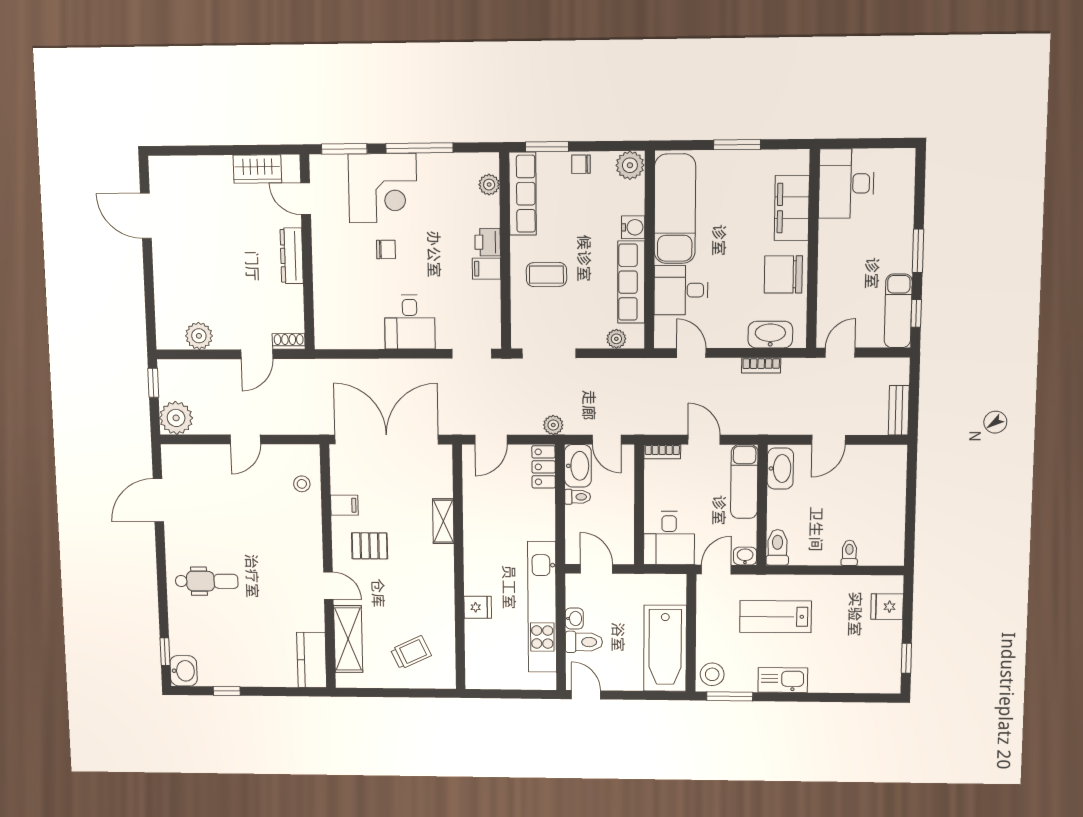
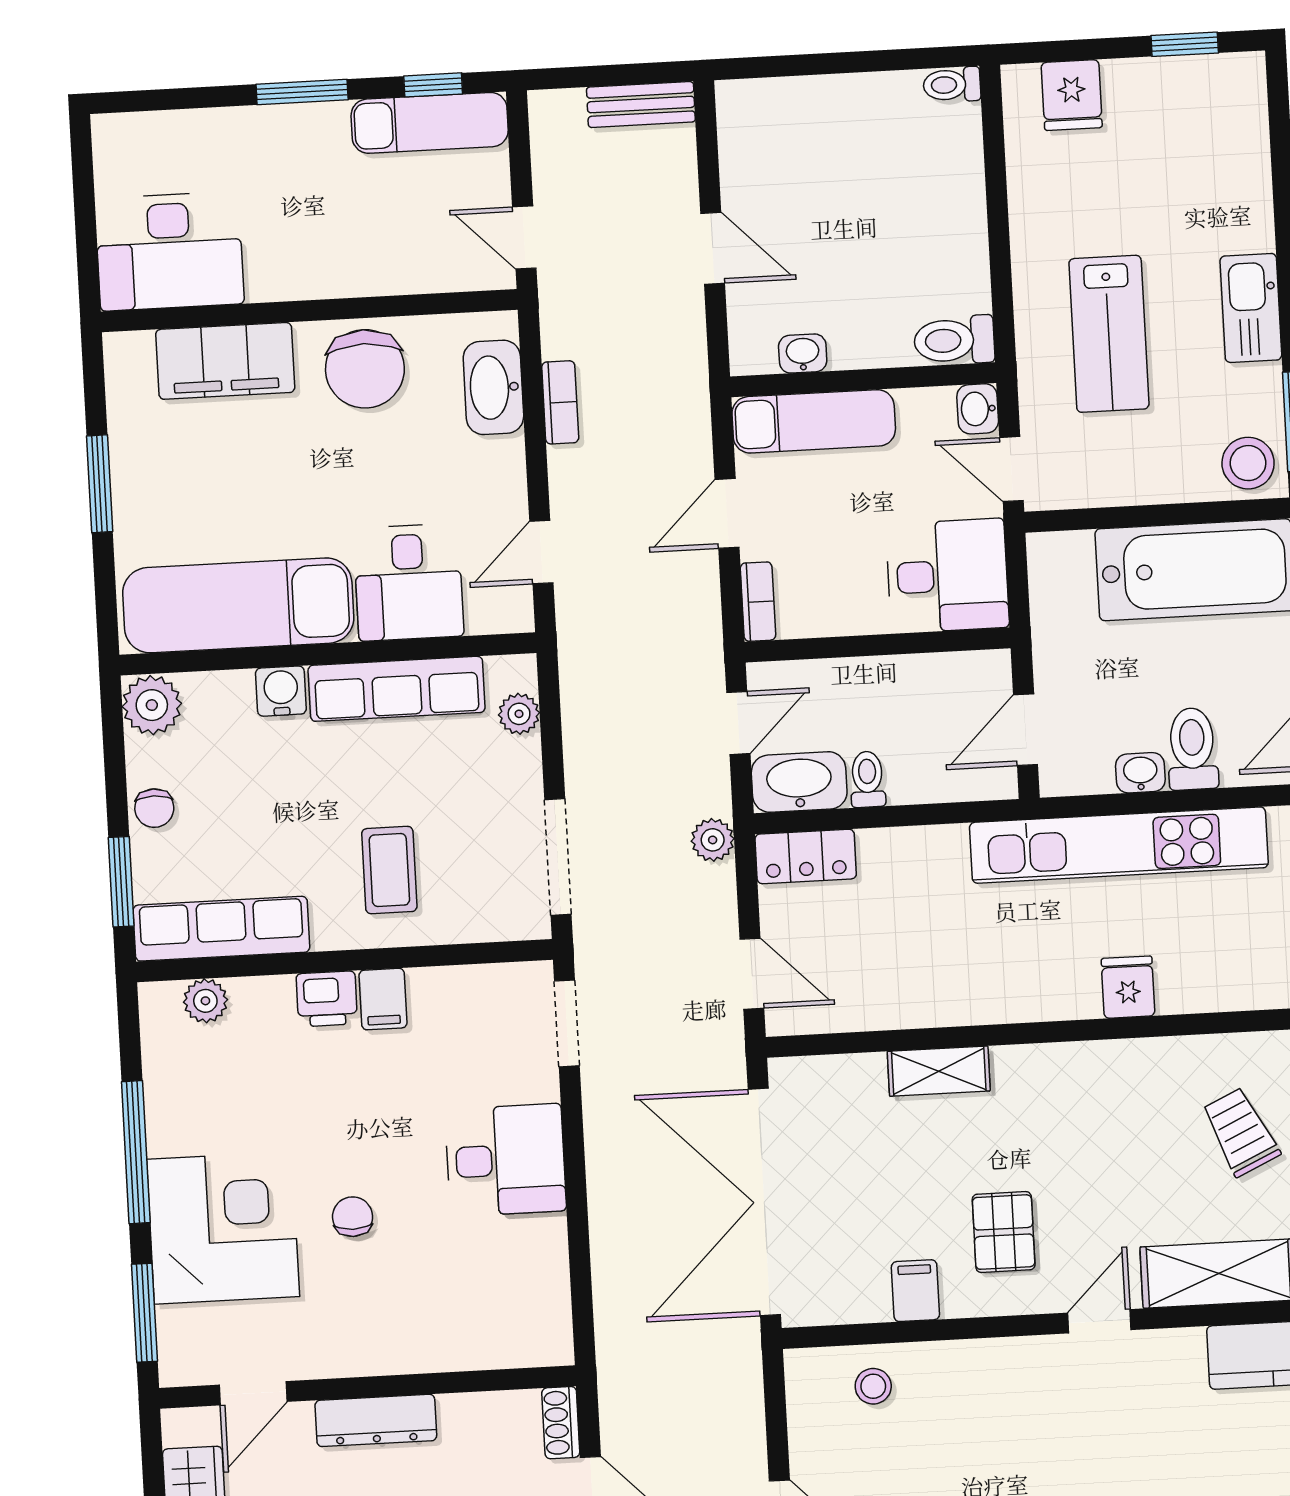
washbasin: (780, 469) -> (803, 354), width x0.52, depth x0.69
toilet: (849, 553) -> (952, 85), moved

